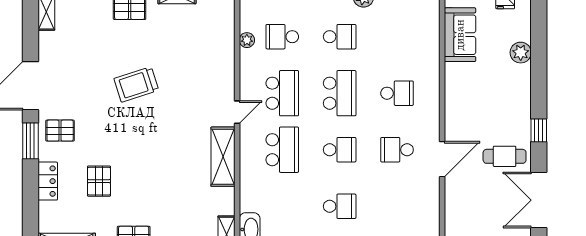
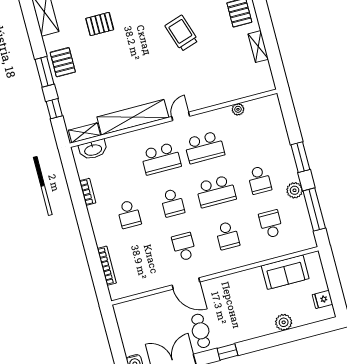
school desk: (282, 37) -> (271, 224), moved
door: (237, 112) -> (181, 116), swing flipped
shelving: (223, 157) -> (133, 117), width x1.47

